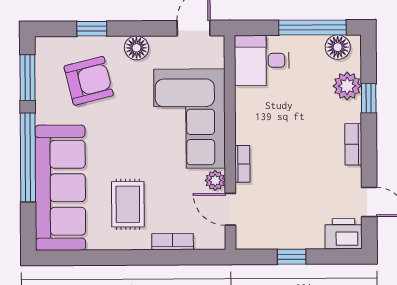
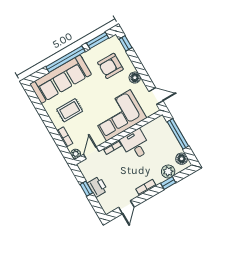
window: (312, 28) -> (178, 134), moved
window: (92, 29) -> (125, 43), moved
desk: (262, 60) -> (135, 145), moved
armchair: (89, 81) -> (110, 66), turned 104
plant: (215, 180) -> (76, 154), moved
printer: (344, 234) -> (97, 187), moved

